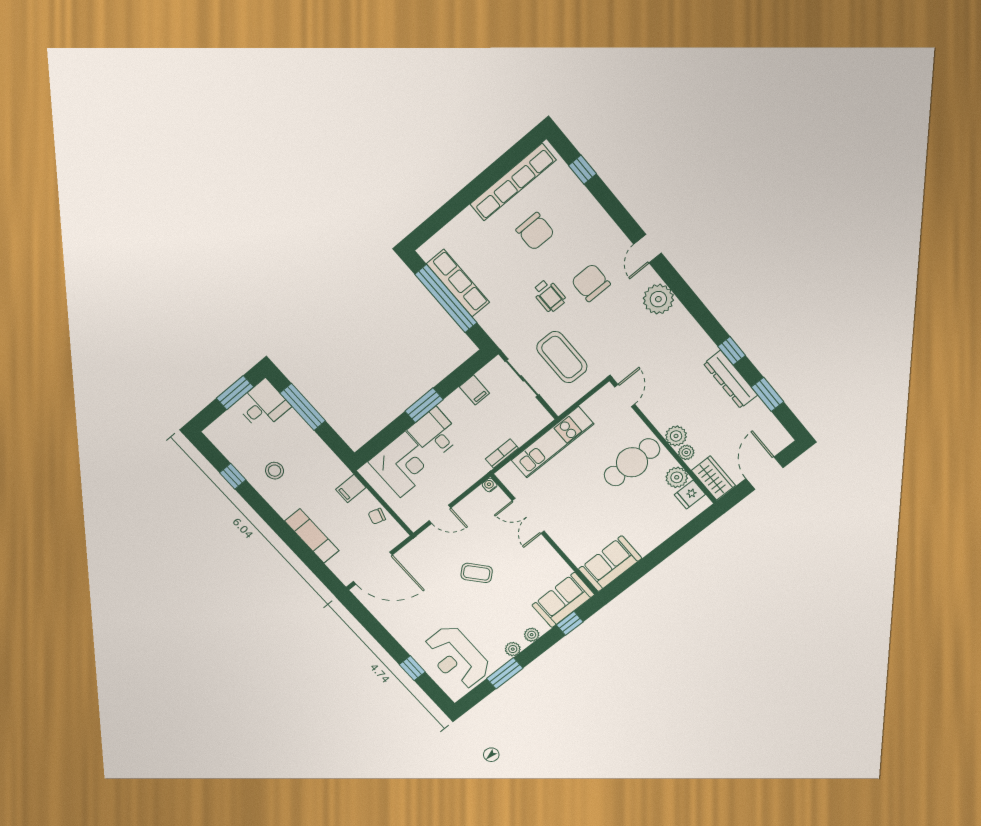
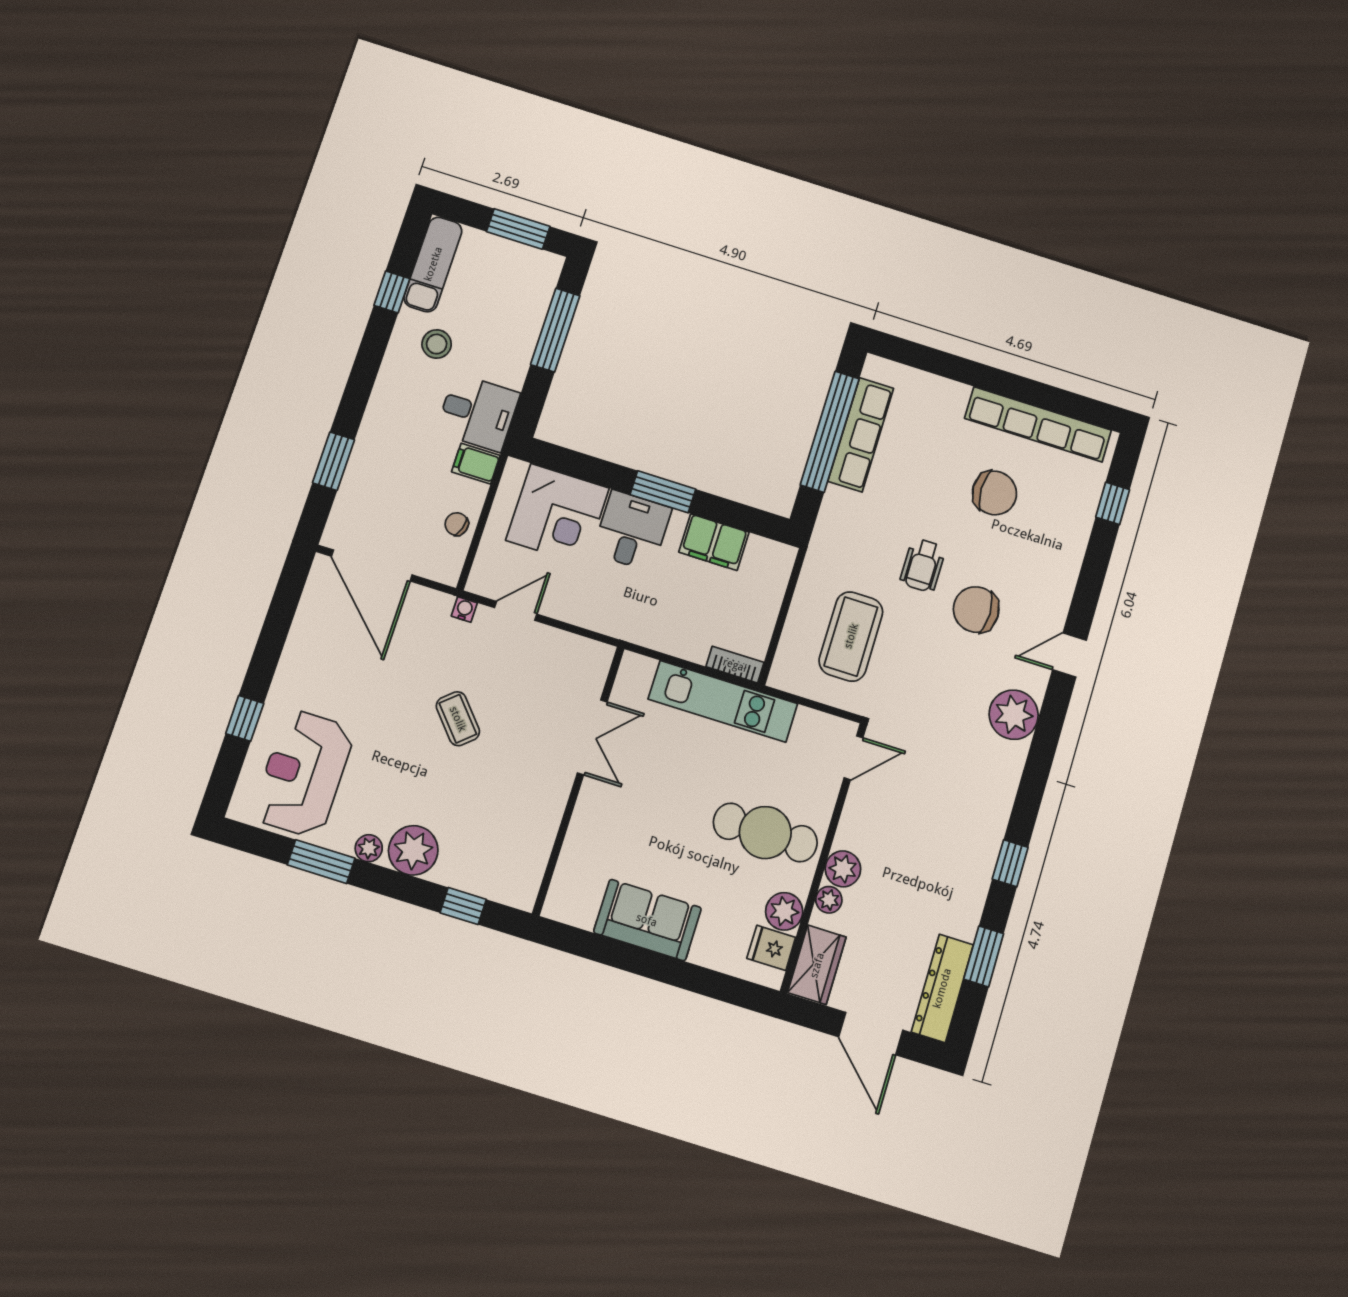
chair: (535, 231) -> (995, 493), turned -90
chair: (591, 283) -> (976, 610), turned -90
sliding door: (522, 378) -> (787, 601), removed
dresser: (731, 379) -> (942, 988), moved
filing cabinet: (474, 390) -> (714, 542), width x2.00
desk: (263, 405) -> (478, 413), moved
bookcase: (502, 453) -> (735, 665), moved
door: (764, 473) -> (871, 1034), swing flipped
water cooler: (490, 485) -> (464, 609), moved
door: (440, 514) -> (516, 611), swing flipped
double door: (528, 516) -> (592, 737), swing flipped
exam couch: (312, 536) -> (433, 264), moved
window: (307, 556) -> (333, 461), added
sofa: (610, 564) -> (647, 920), moved
sofa: (563, 600) -> (494, 872), removed
plant: (532, 635) -> (413, 850), width x1.87, depth x1.87

